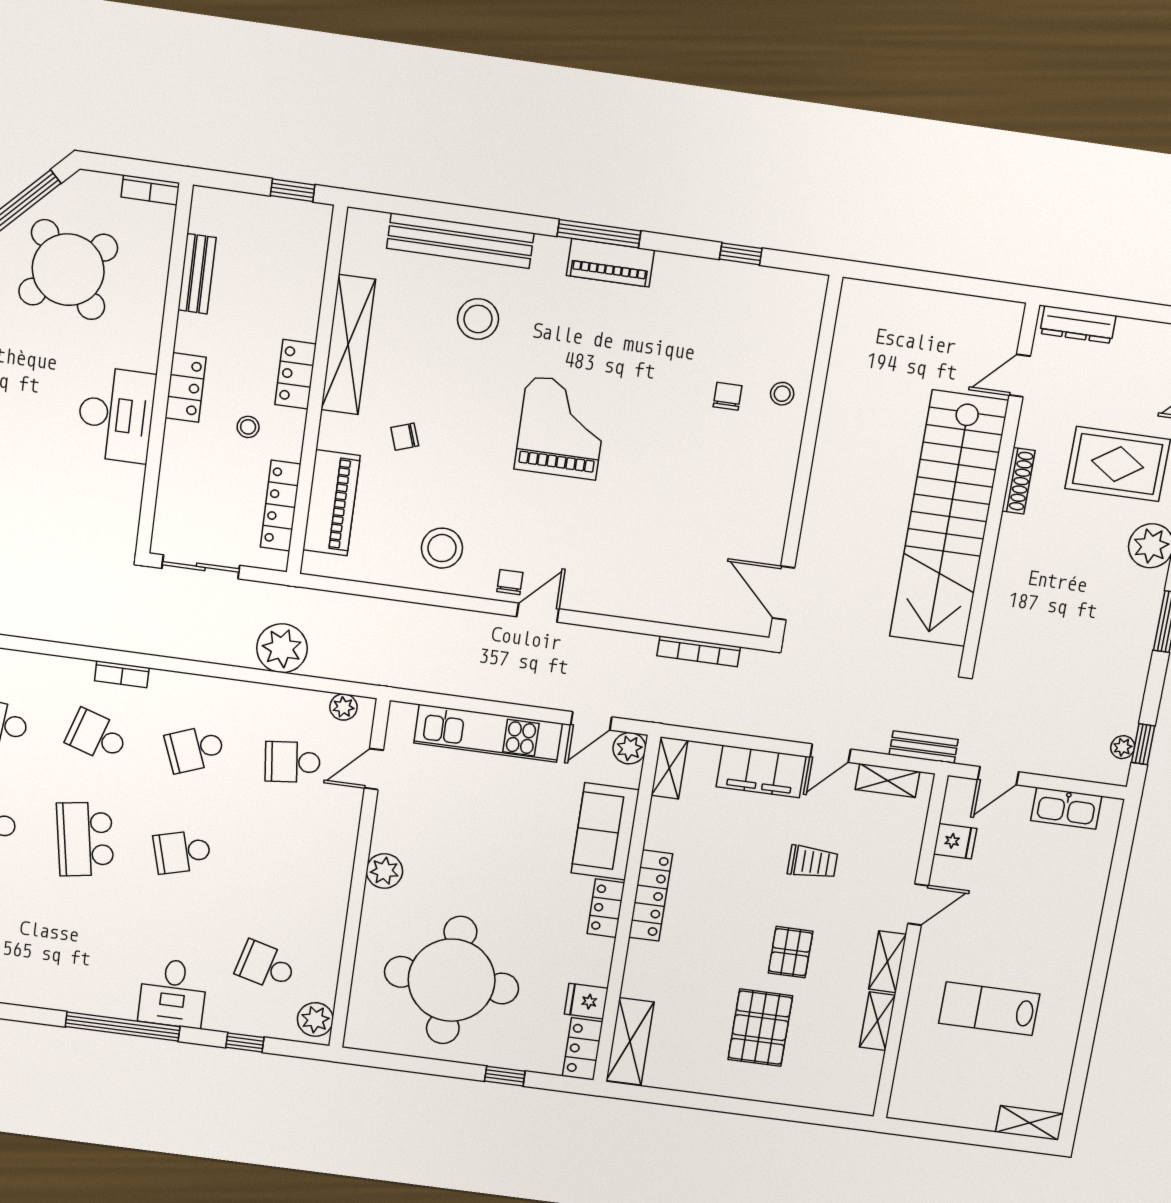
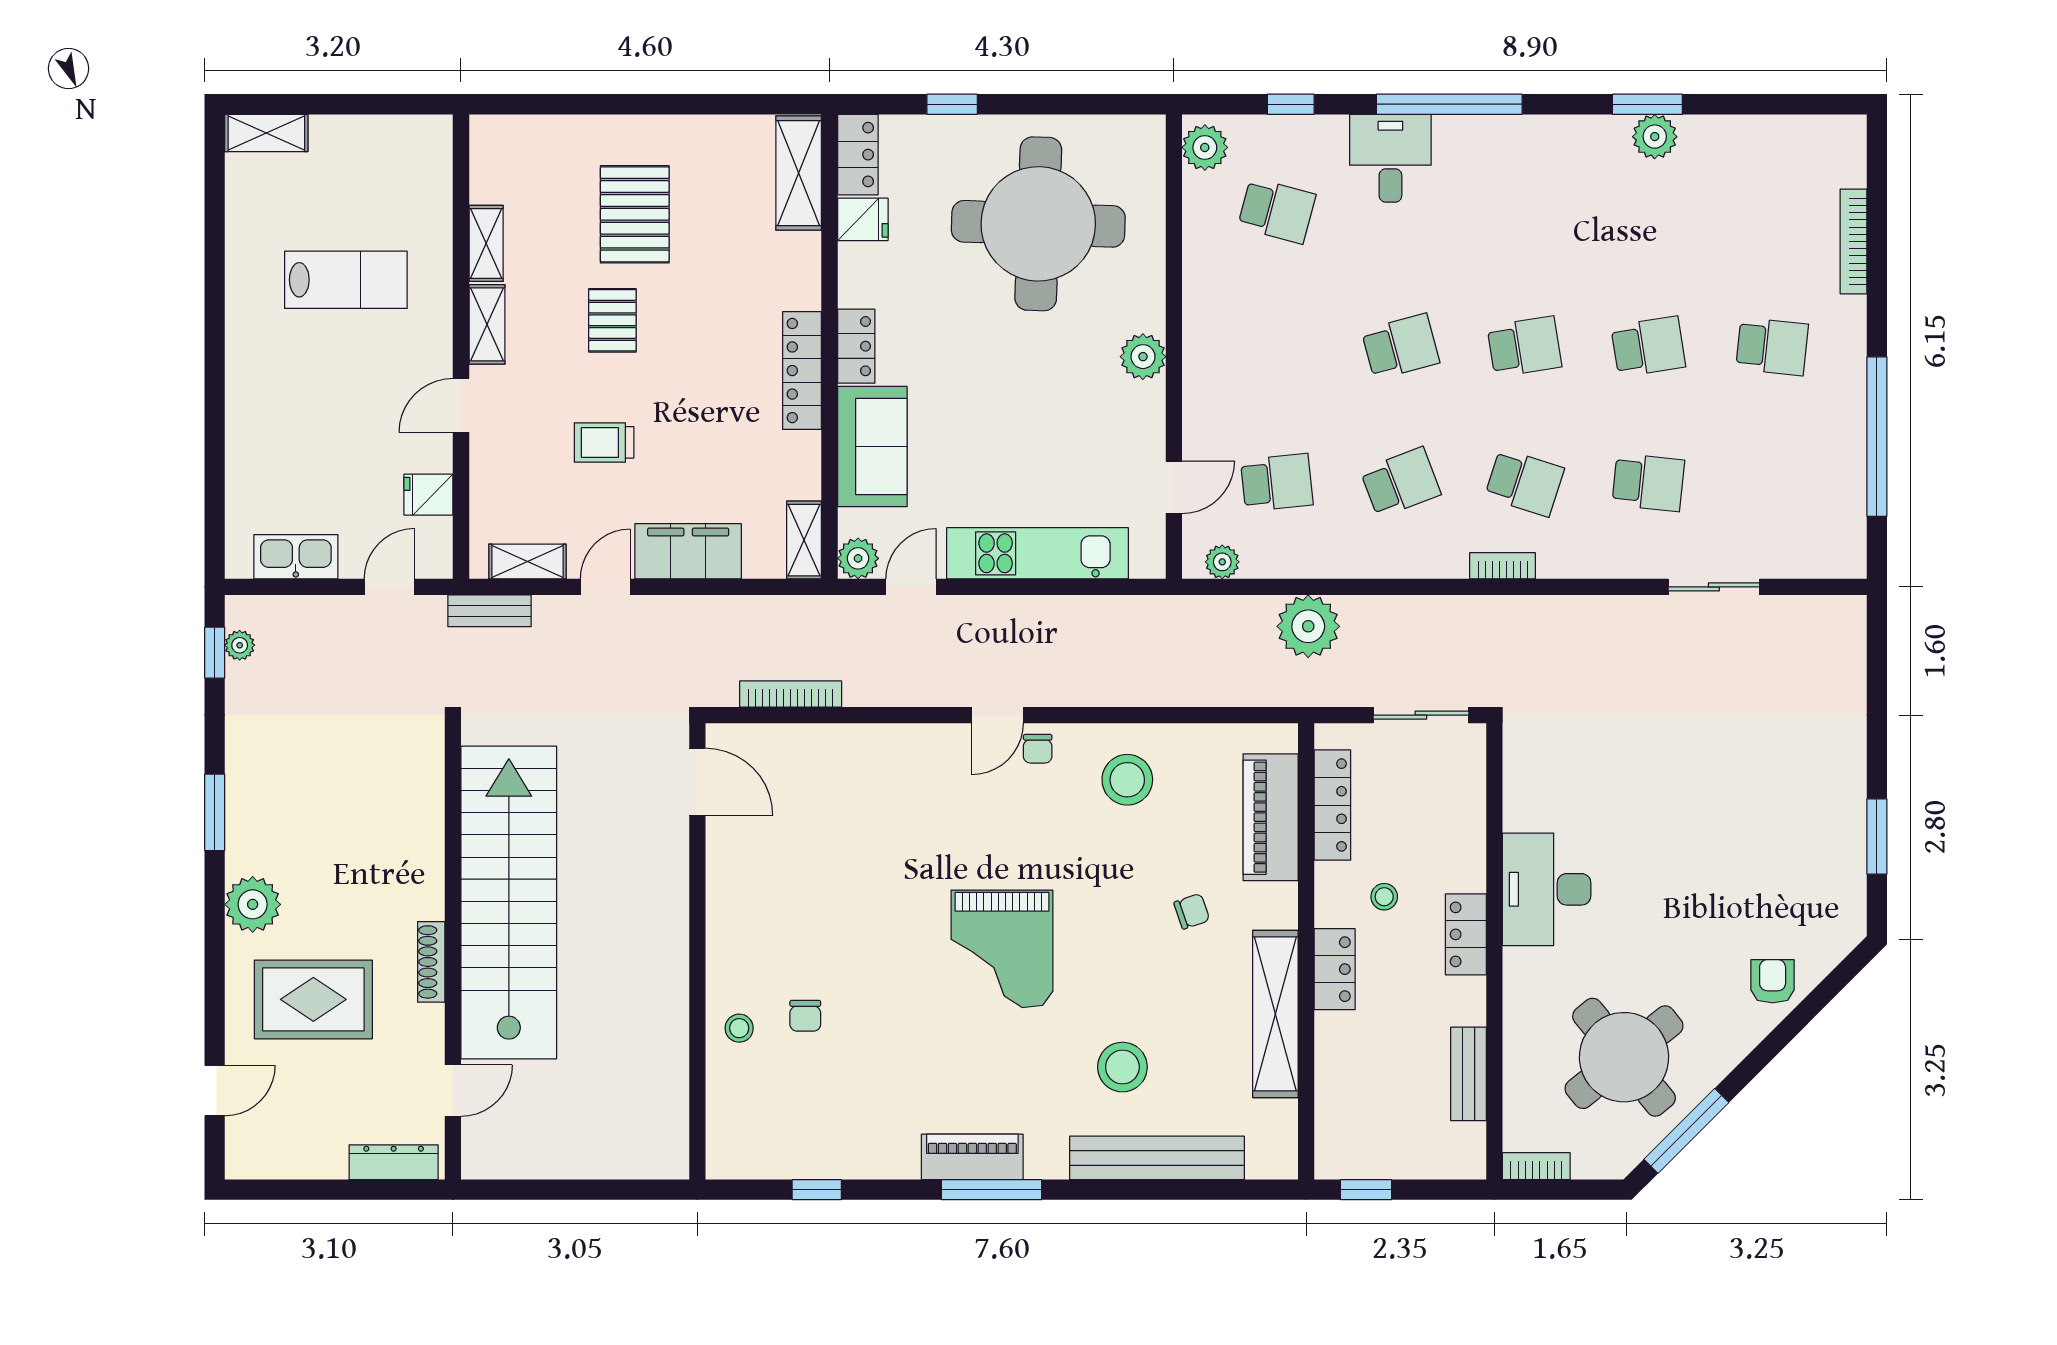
school desk: (85, 839) -> (1524, 347), width x0.54

